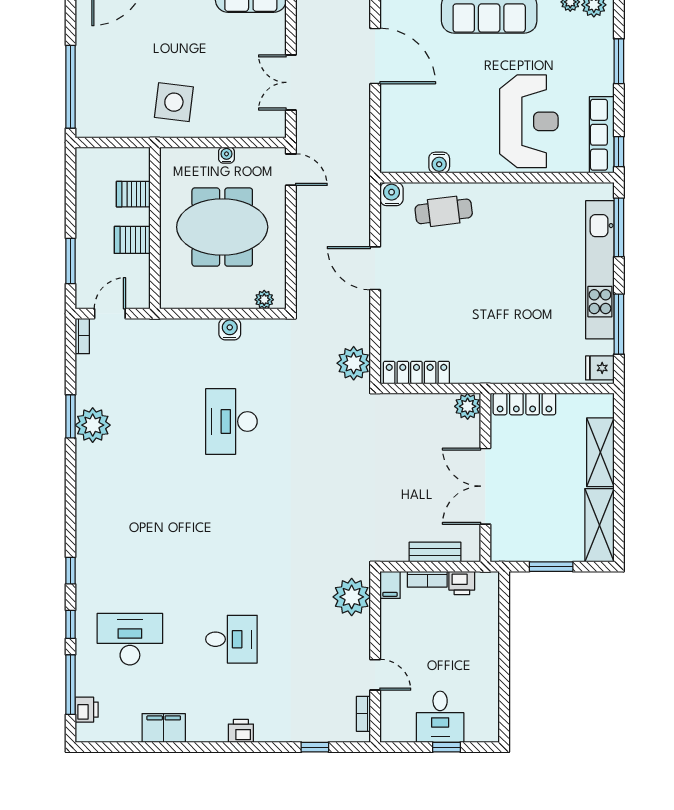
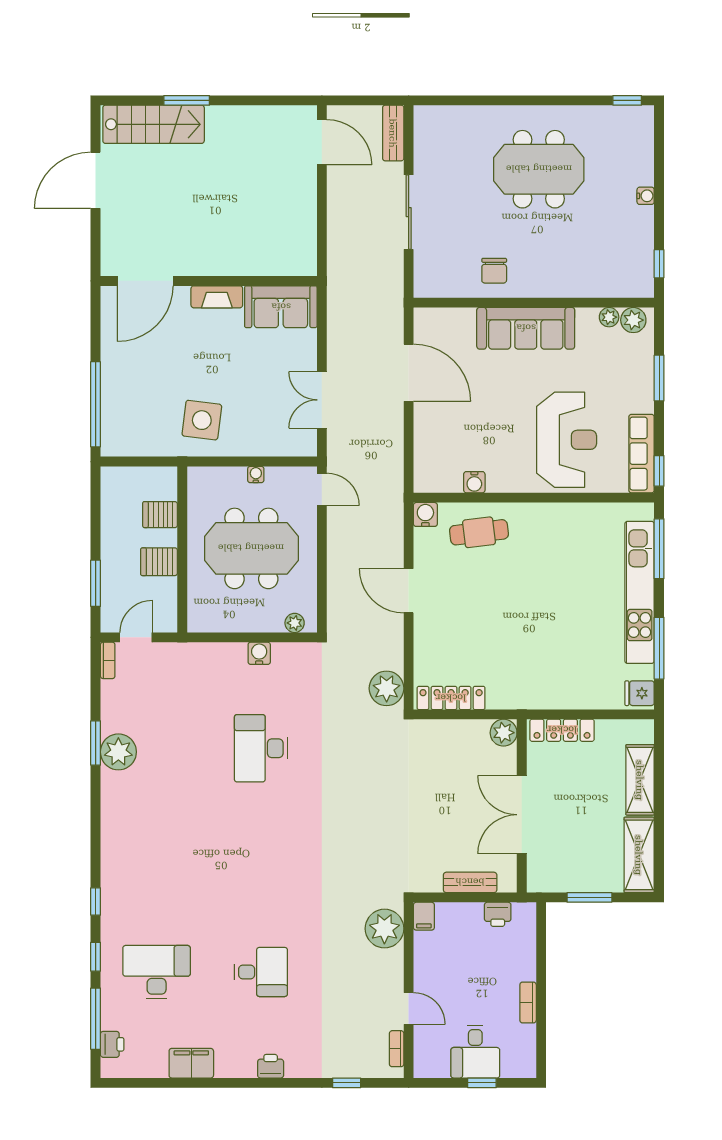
bookcase: (427, 579) -> (528, 1003), moved, turned 90

